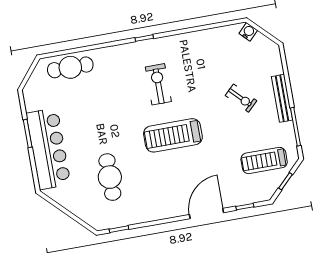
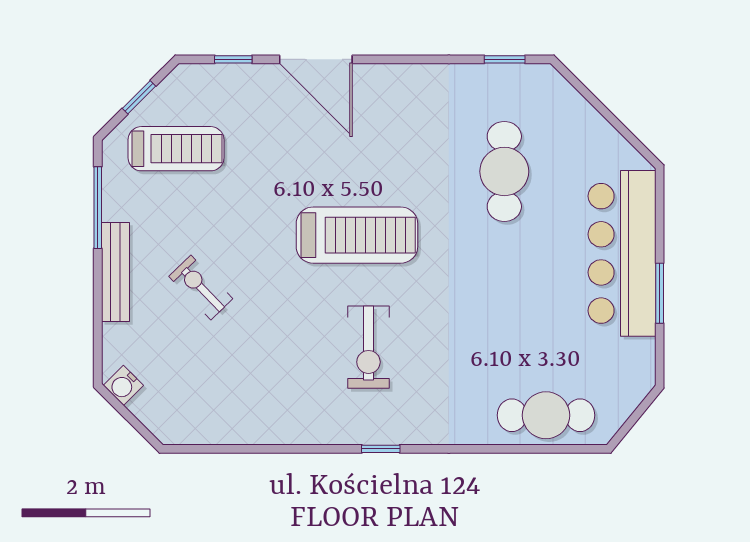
water cooler: (248, 32) -> (123, 385), moved
door: (207, 214) -> (316, 59), hinge flipped

